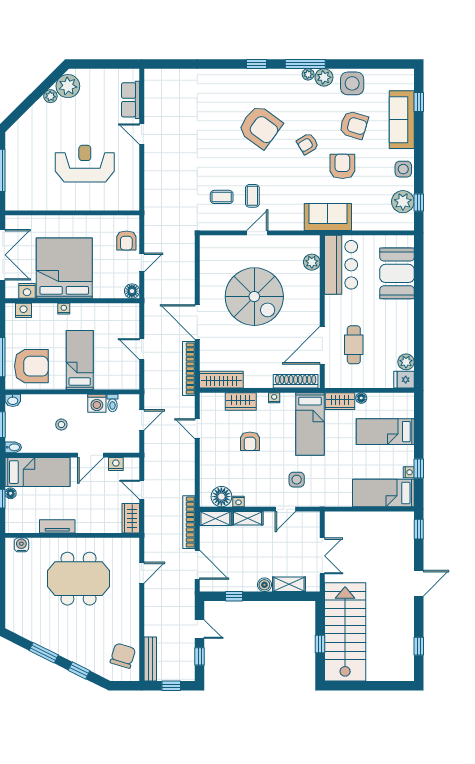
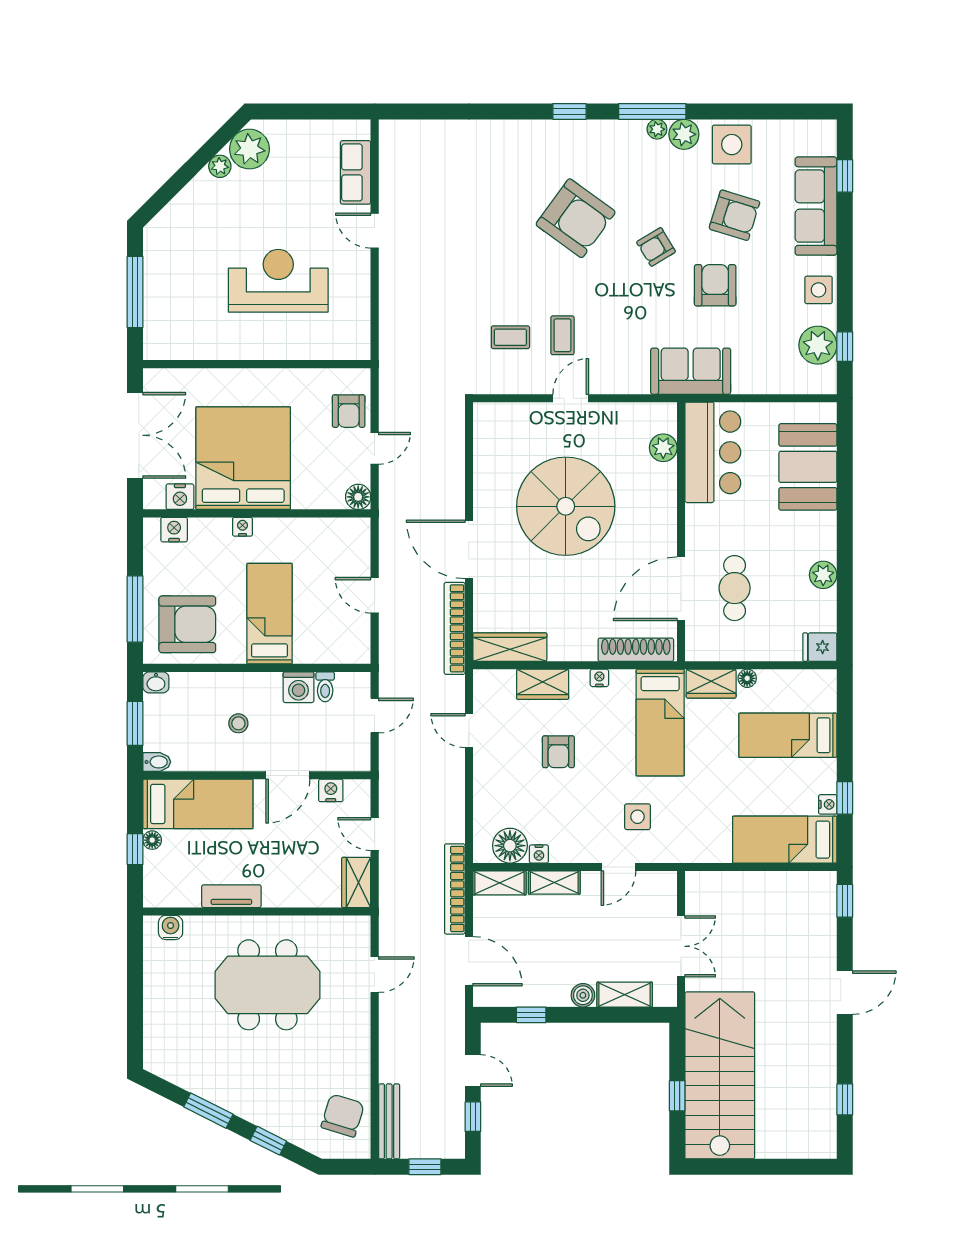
plant: (406, 362) -> (823, 575), moved

